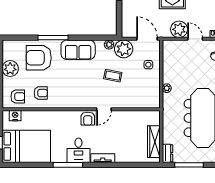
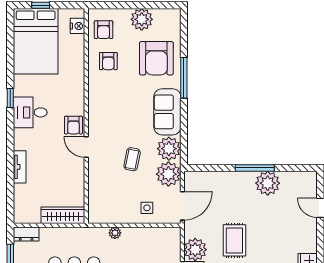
plant: (109, 45) -> (169, 149), width x1.88, depth x1.88
armchair: (39, 58) -> (156, 58), turned 180
armchair: (88, 119) -> (73, 125), turned -90
wardrobe: (154, 142) -> (63, 215), moved
tv unit: (103, 158) -> (20, 167), moved
window: (68, 165) -> (10, 98), width x0.46

